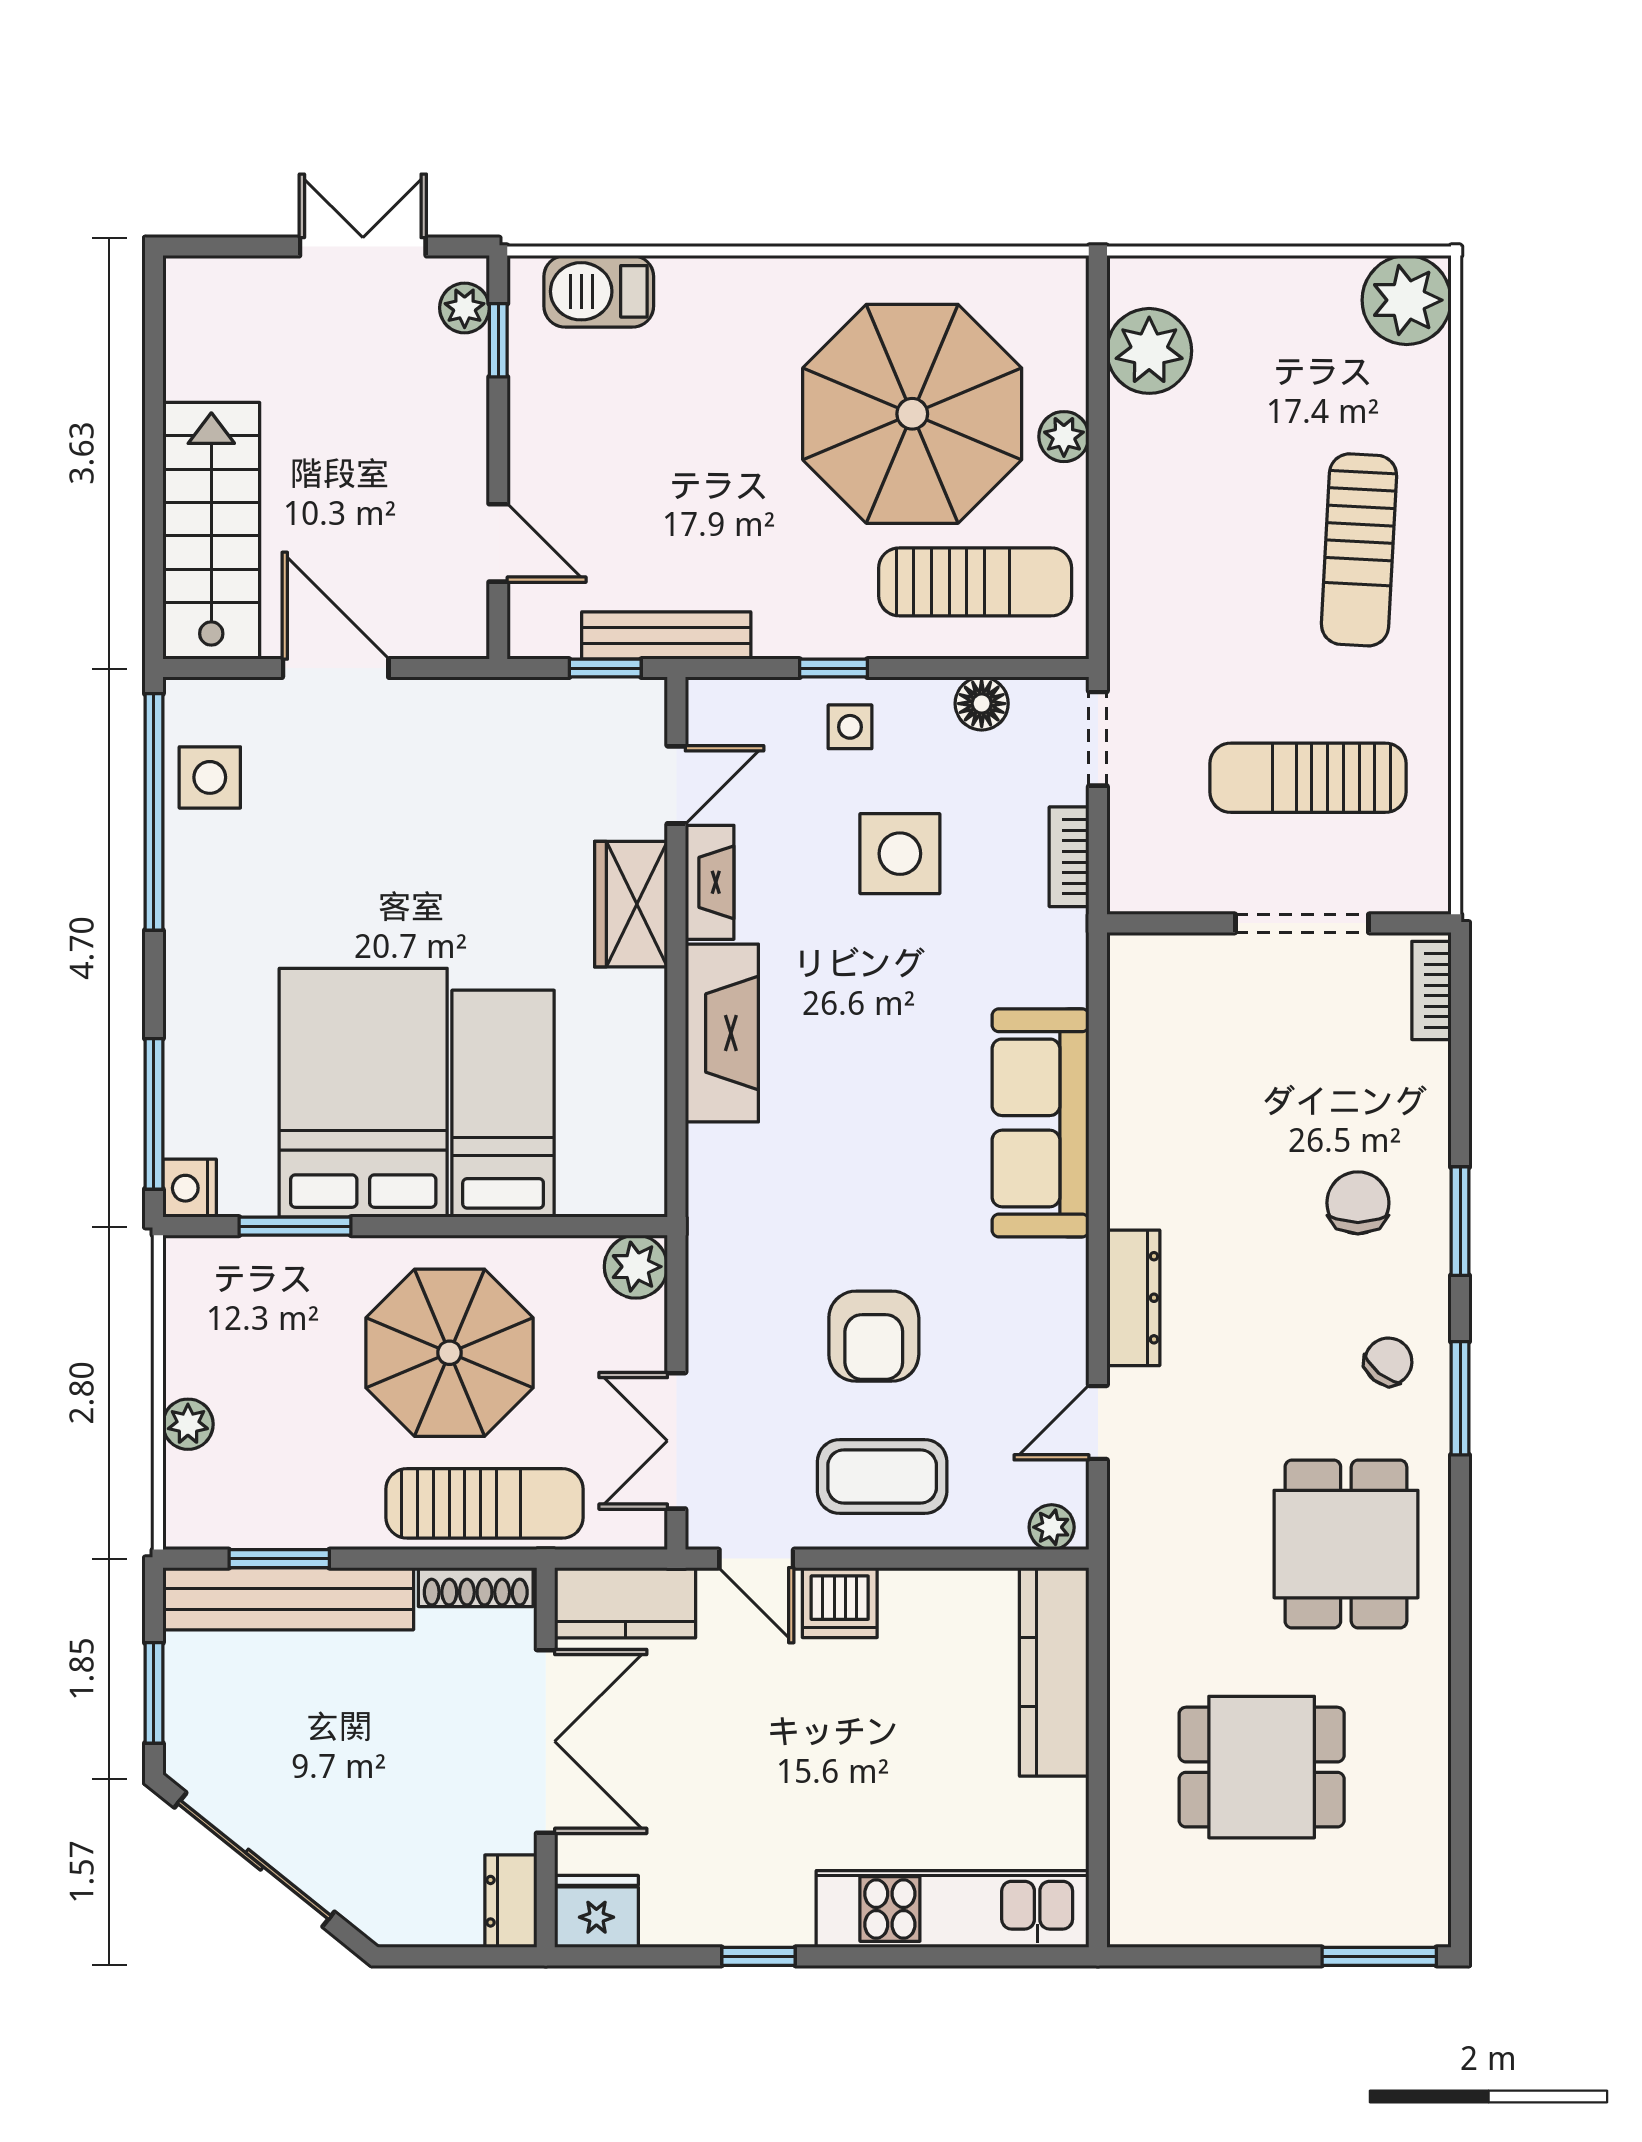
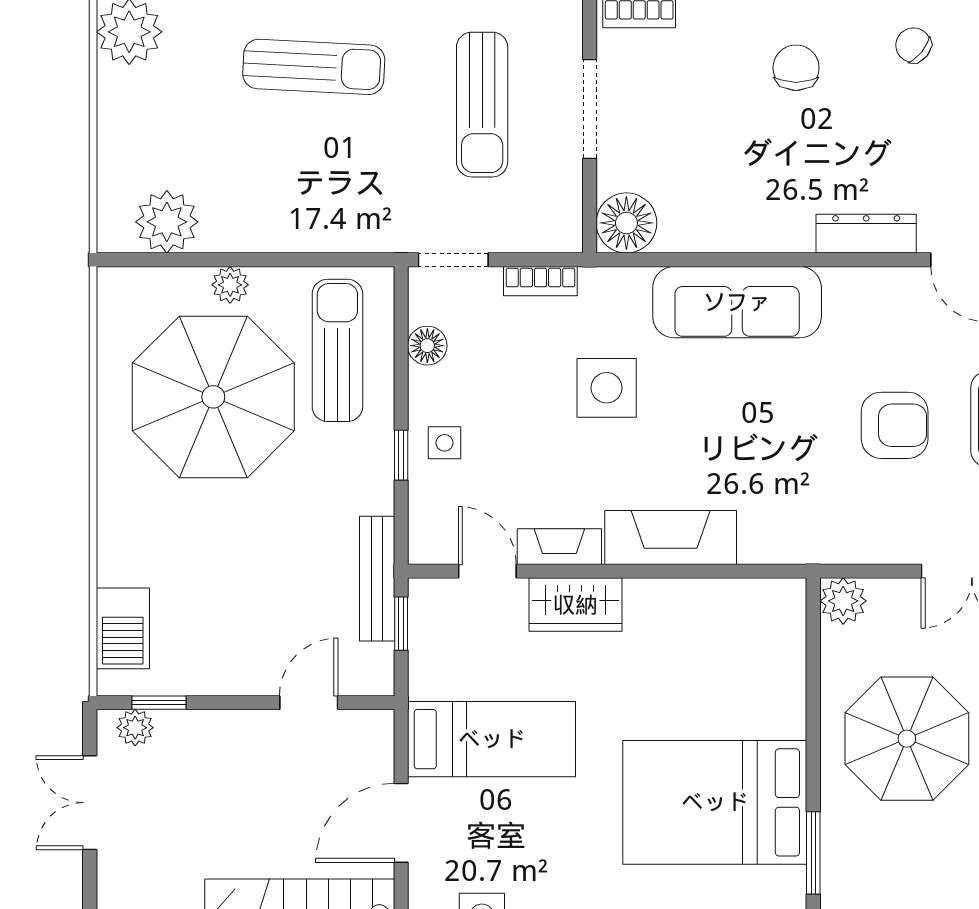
side table: (900, 854) -> (607, 388), moved
floor lamp: (1148, 973) -> (626, 223), added
bed: (503, 1104) -> (492, 739), moved, turned 180
chair: (1358, 1203) -> (796, 68), turned 90

